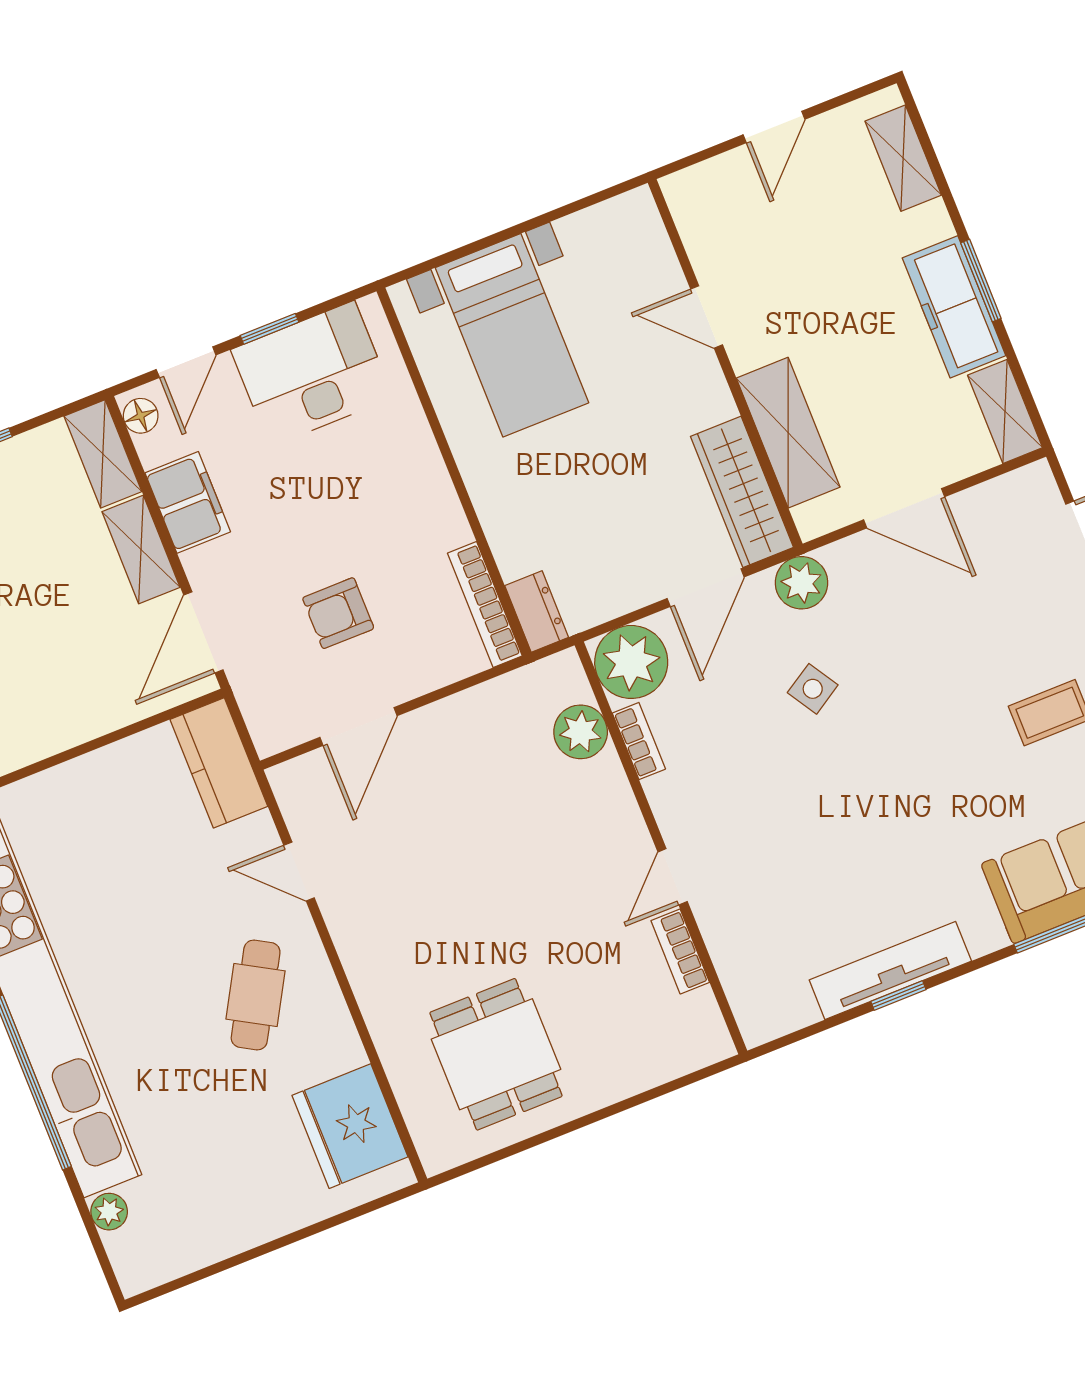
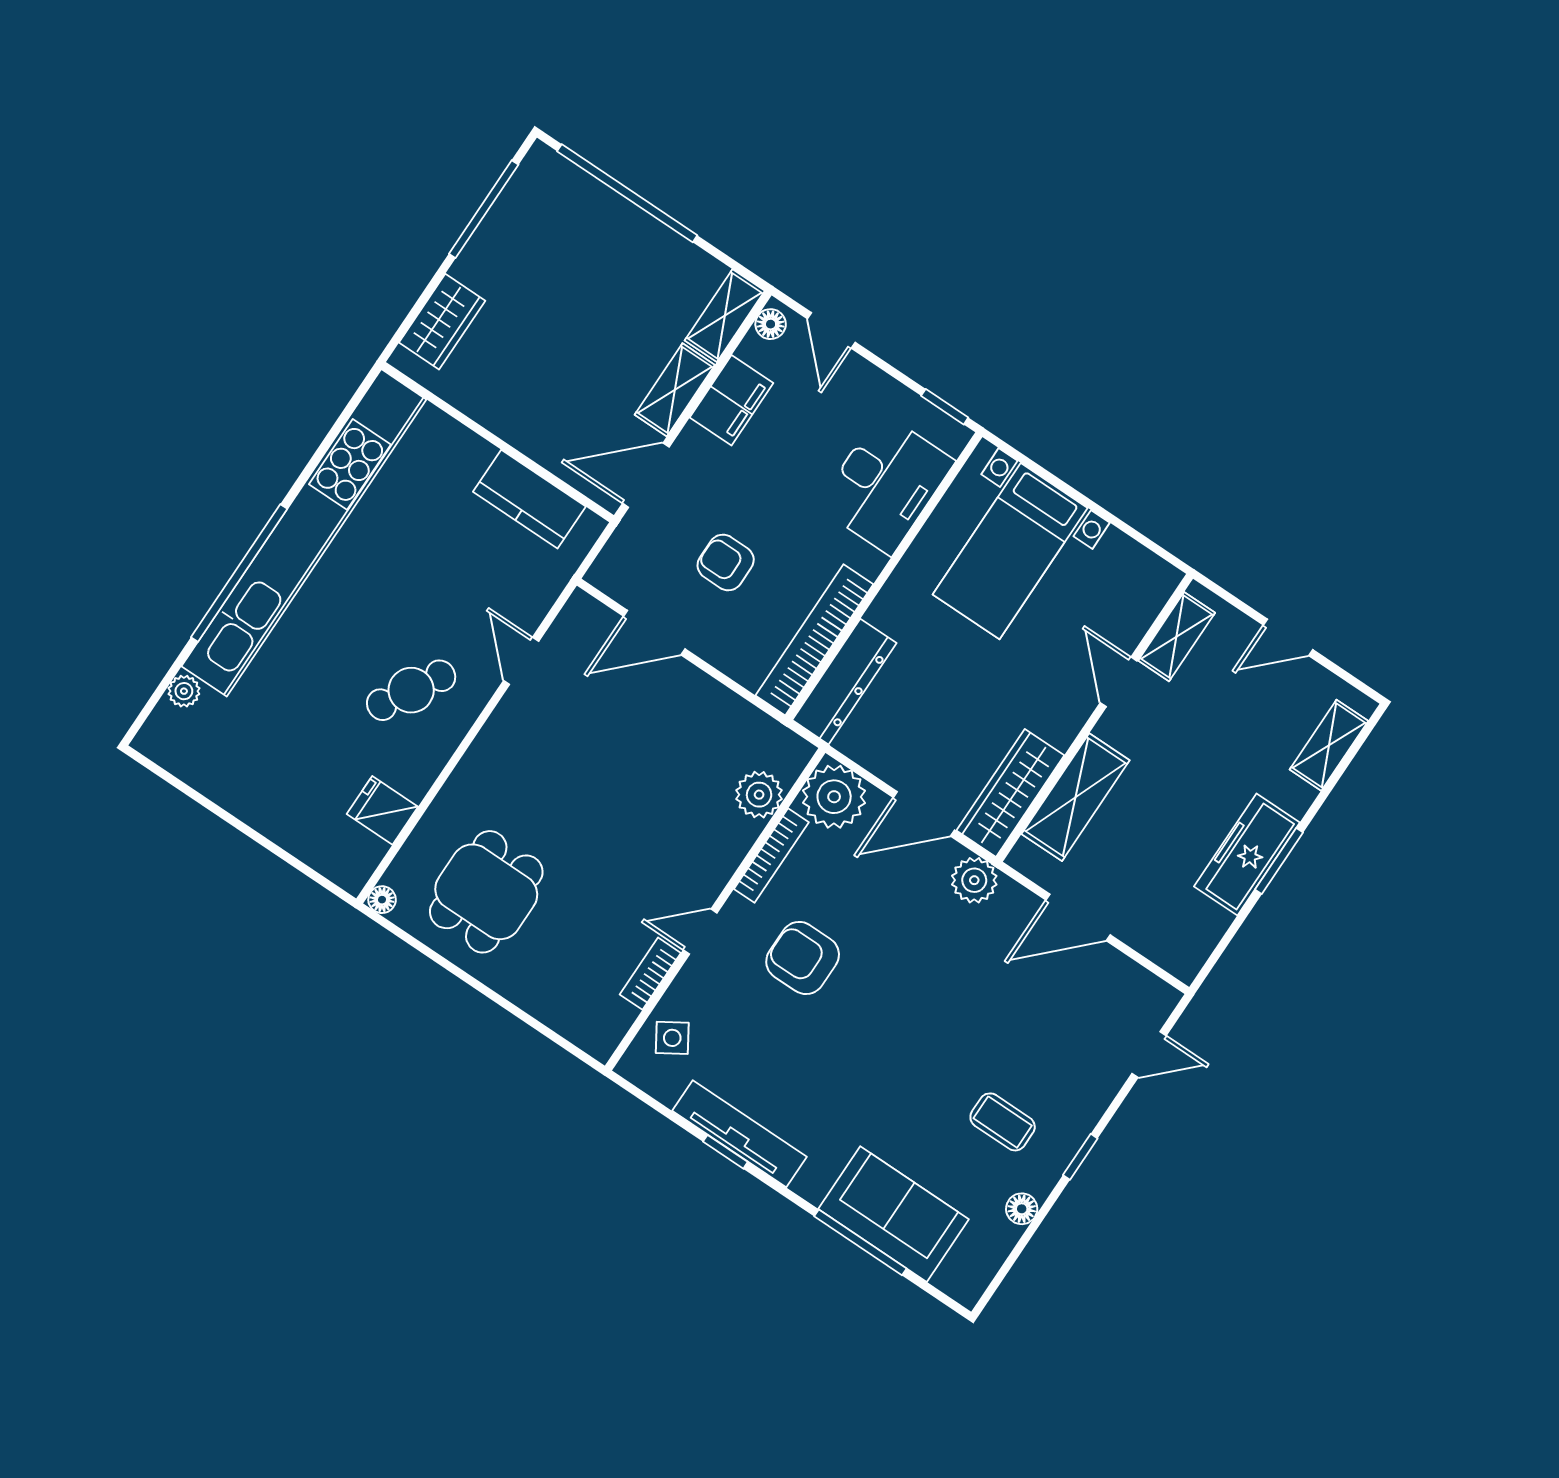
window: (269, 329) -> (945, 407), moved
door: (186, 362) -> (831, 330), hinge flipped
desk: (312, 374) -> (886, 484), moved, turned 90
shelving: (1005, 411) -> (1177, 637), moved
door: (904, 508) -> (1078, 917), hinge flipped
bookcase: (485, 605) -> (814, 640), width x1.48, depth x1.31
dresser: (537, 611) -> (844, 682), width x1.96, depth x1.24
side table: (813, 689) -> (672, 1038), moved
bookcase: (639, 741) -> (771, 856), width x1.56
kitchen counter: (219, 763) -> (529, 499), moved, turned -90
armchair: (764, 796) -> (803, 958), added
fridge: (350, 1126) -> (382, 810), width x0.53, depth x0.75
floor lamp: (436, 1158) -> (382, 900), added

